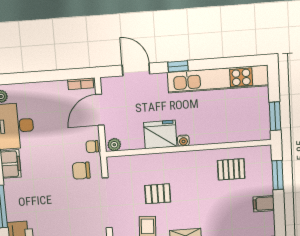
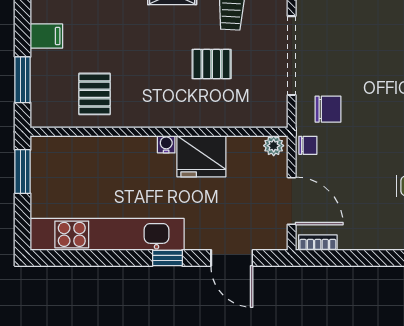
door: (100, 110) -> (292, 201), hinge flipped
pallet: (231, 169) -> (95, 94), turned 90

